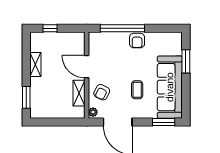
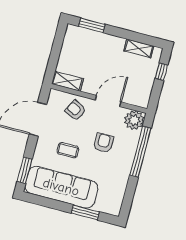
armchair: (137, 41) -> (103, 143), moved, turned 90
shelving: (35, 64) -> (139, 48), moved
shelving: (79, 93) -> (68, 81), moved
plant: (93, 112) -> (134, 120), moved, width x1.88, depth x1.88

